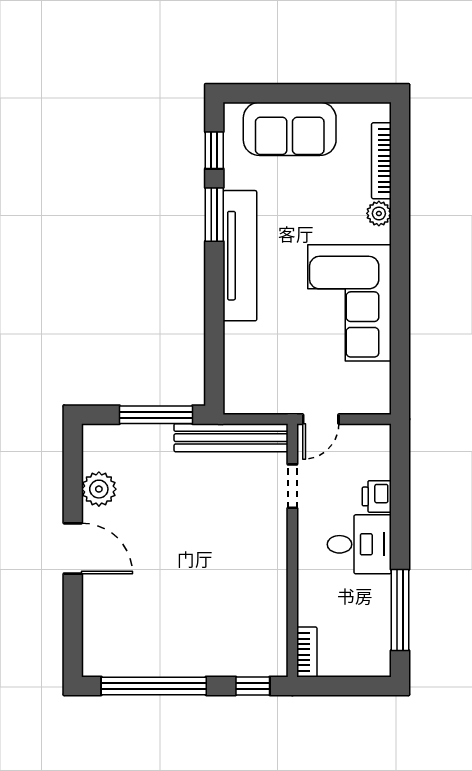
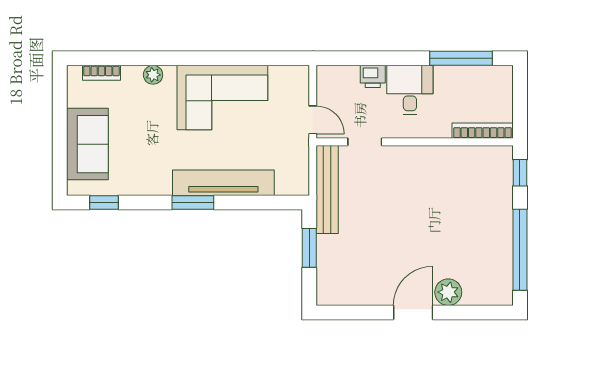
bookcase: (381, 161) -> (101, 73), width x0.64
window: (214, 215) -> (193, 203), moved
tv unit: (240, 256) -> (223, 183), moved
window: (156, 415) -> (309, 248), width x0.69
plant: (99, 489) -> (448, 292), moved
bookcase: (307, 652) -> (483, 131), width x1.56

